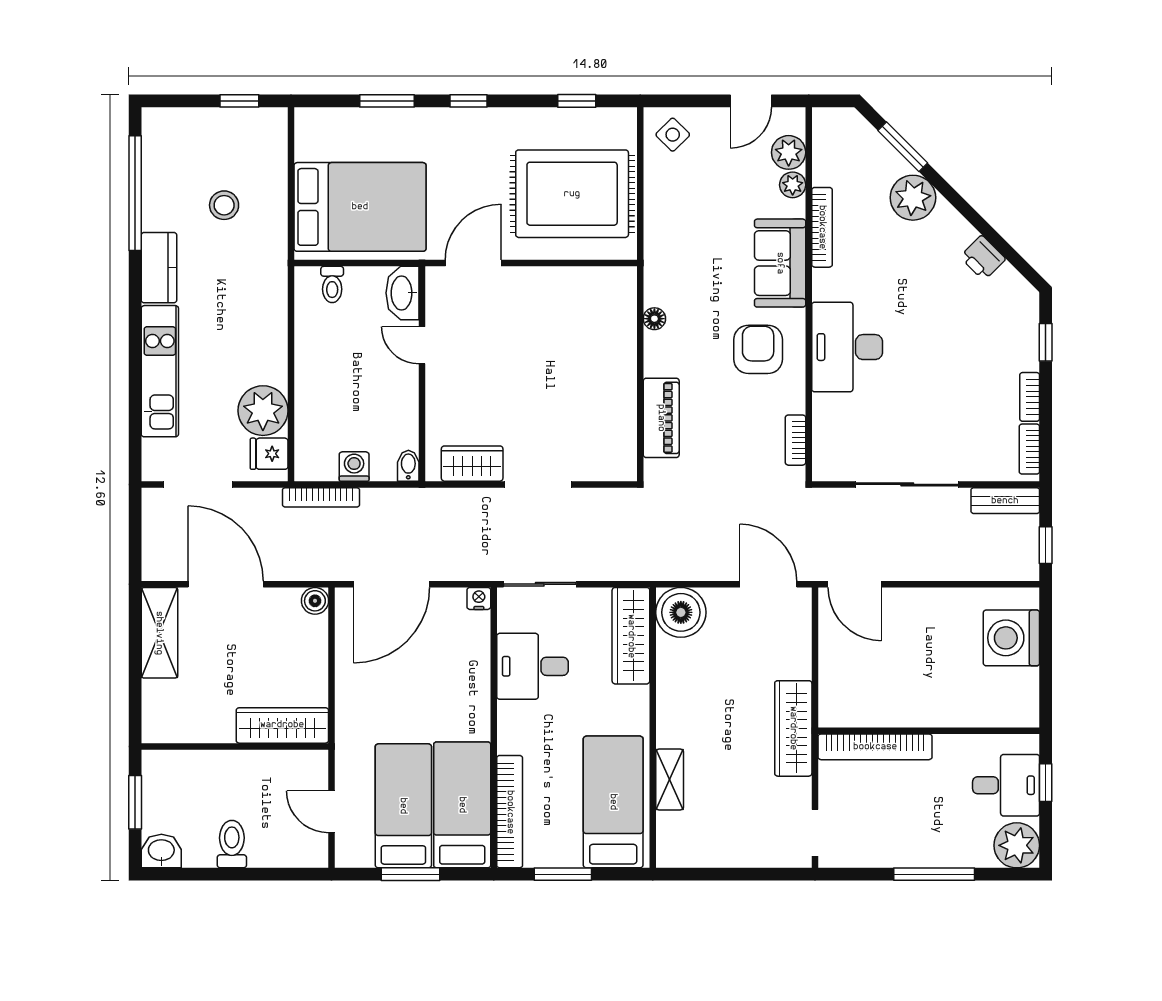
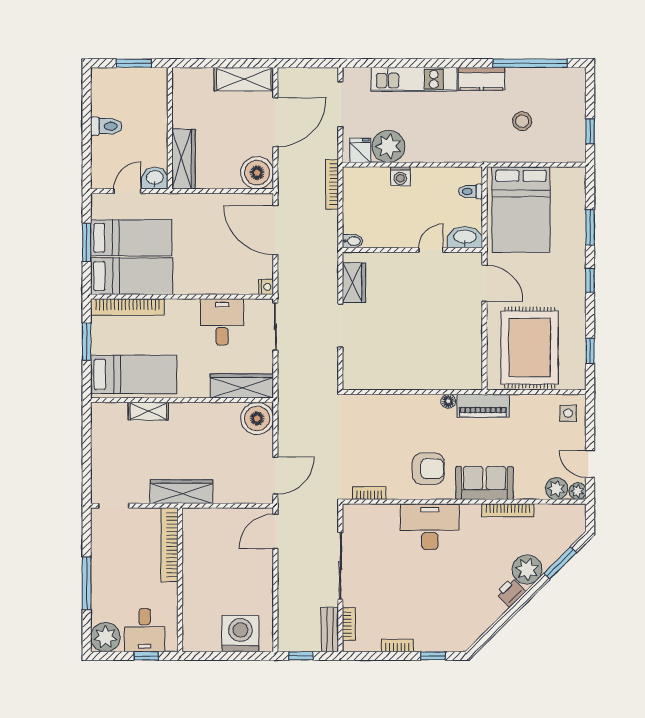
side table: (673, 135) -> (568, 413), turned 45
plant: (793, 185) -> (578, 491), moved
printer: (983, 258) -> (511, 592), moved
piano: (661, 418) -> (483, 406), moved
bookcase: (1029, 449) -> (349, 624), moved, turned 90
washing machine: (354, 467) -> (400, 176), moved, turned 90
boiler: (315, 601) -> (257, 173), width x1.86, depth x1.86
washbasin: (161, 851) -> (155, 178), moved, turned -90

